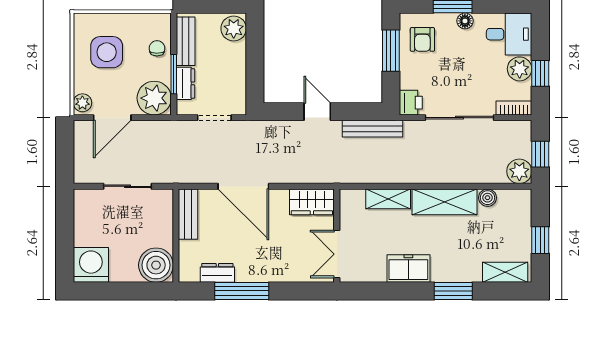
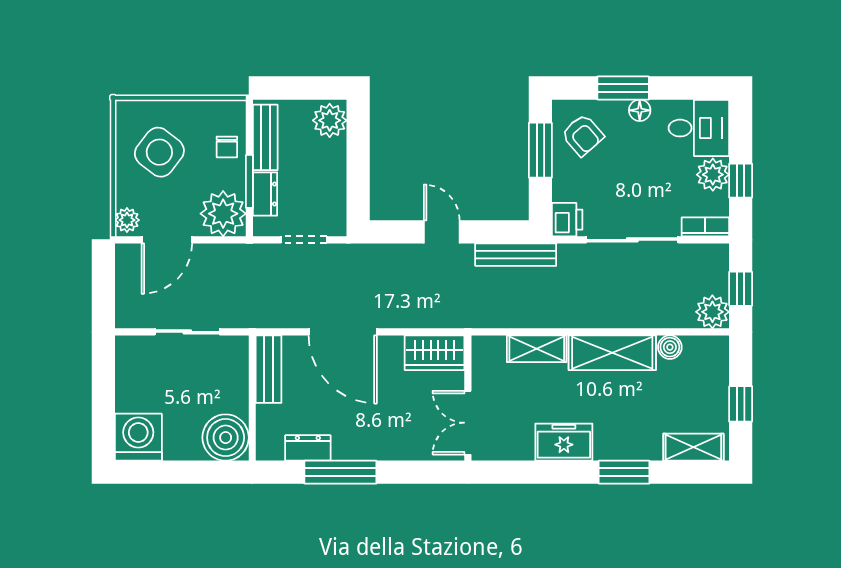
armchair: (422, 39) -> (583, 135), turned -41
chair: (157, 48) -> (227, 147), turned 180
side table: (107, 52) -> (159, 152), turned 38

